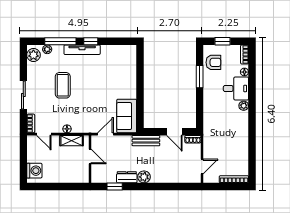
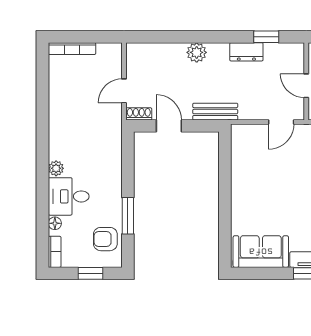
sofa: (127, 116) -> (261, 252), moved, turned -90
door: (202, 167) -> (124, 91), moved
plant: (144, 177) -> (197, 52), moved

